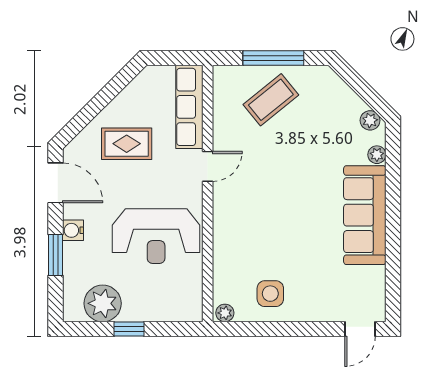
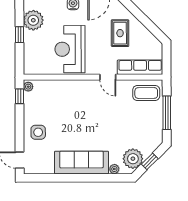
window: (363, 89) -> (150, 161), added
coffee table: (271, 100) -> (146, 93), moved, turned -51
plant: (370, 120) -> (133, 159), width x1.88, depth x1.88
side table: (270, 294) -> (38, 132), moved
window: (243, 329) -> (20, 96), added

